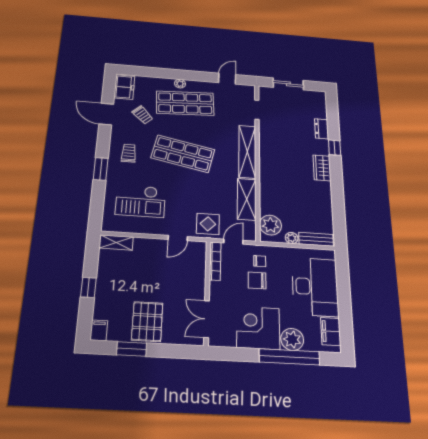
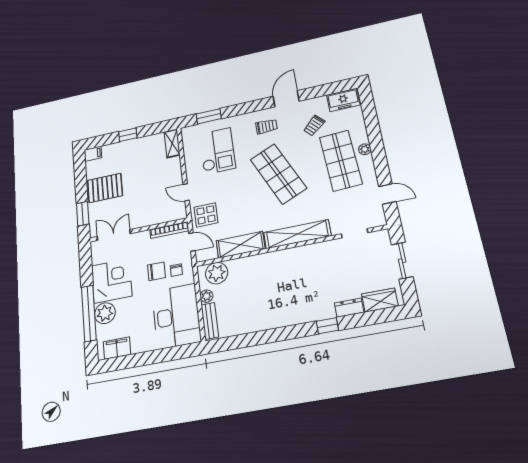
door: (106, 114) -> (286, 99), moved
shop shelf: (183, 154) -> (278, 174), turned -36
wardrobe: (322, 168) -> (380, 300), moved
window: (101, 169) -> (209, 116), moved
checkout: (141, 201) -> (217, 151), turned 180
chair: (257, 280) -> (156, 271), turned 90
desk: (315, 287) -> (176, 316), moved, turned -90
window: (132, 349) -> (83, 214), moved

